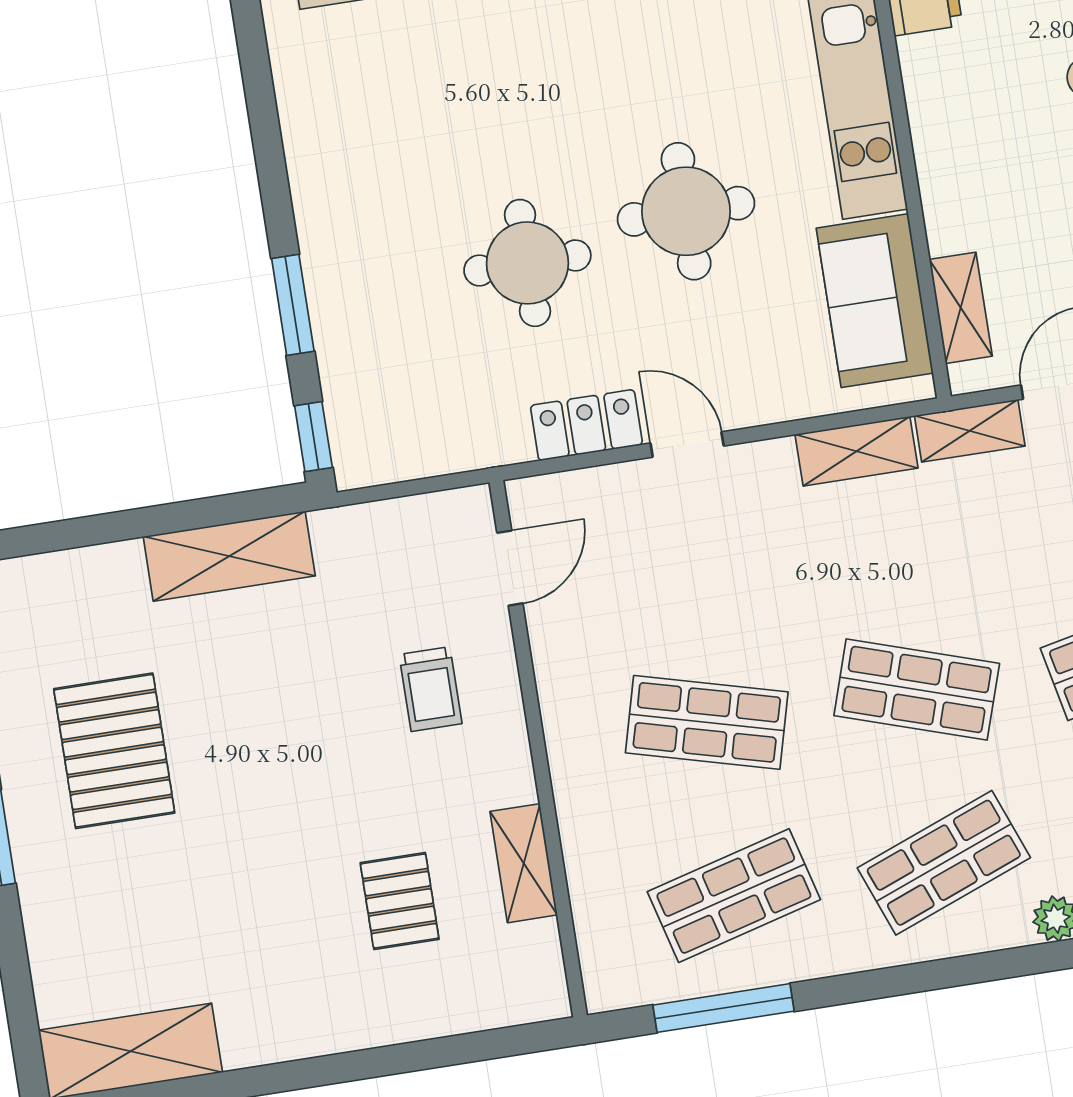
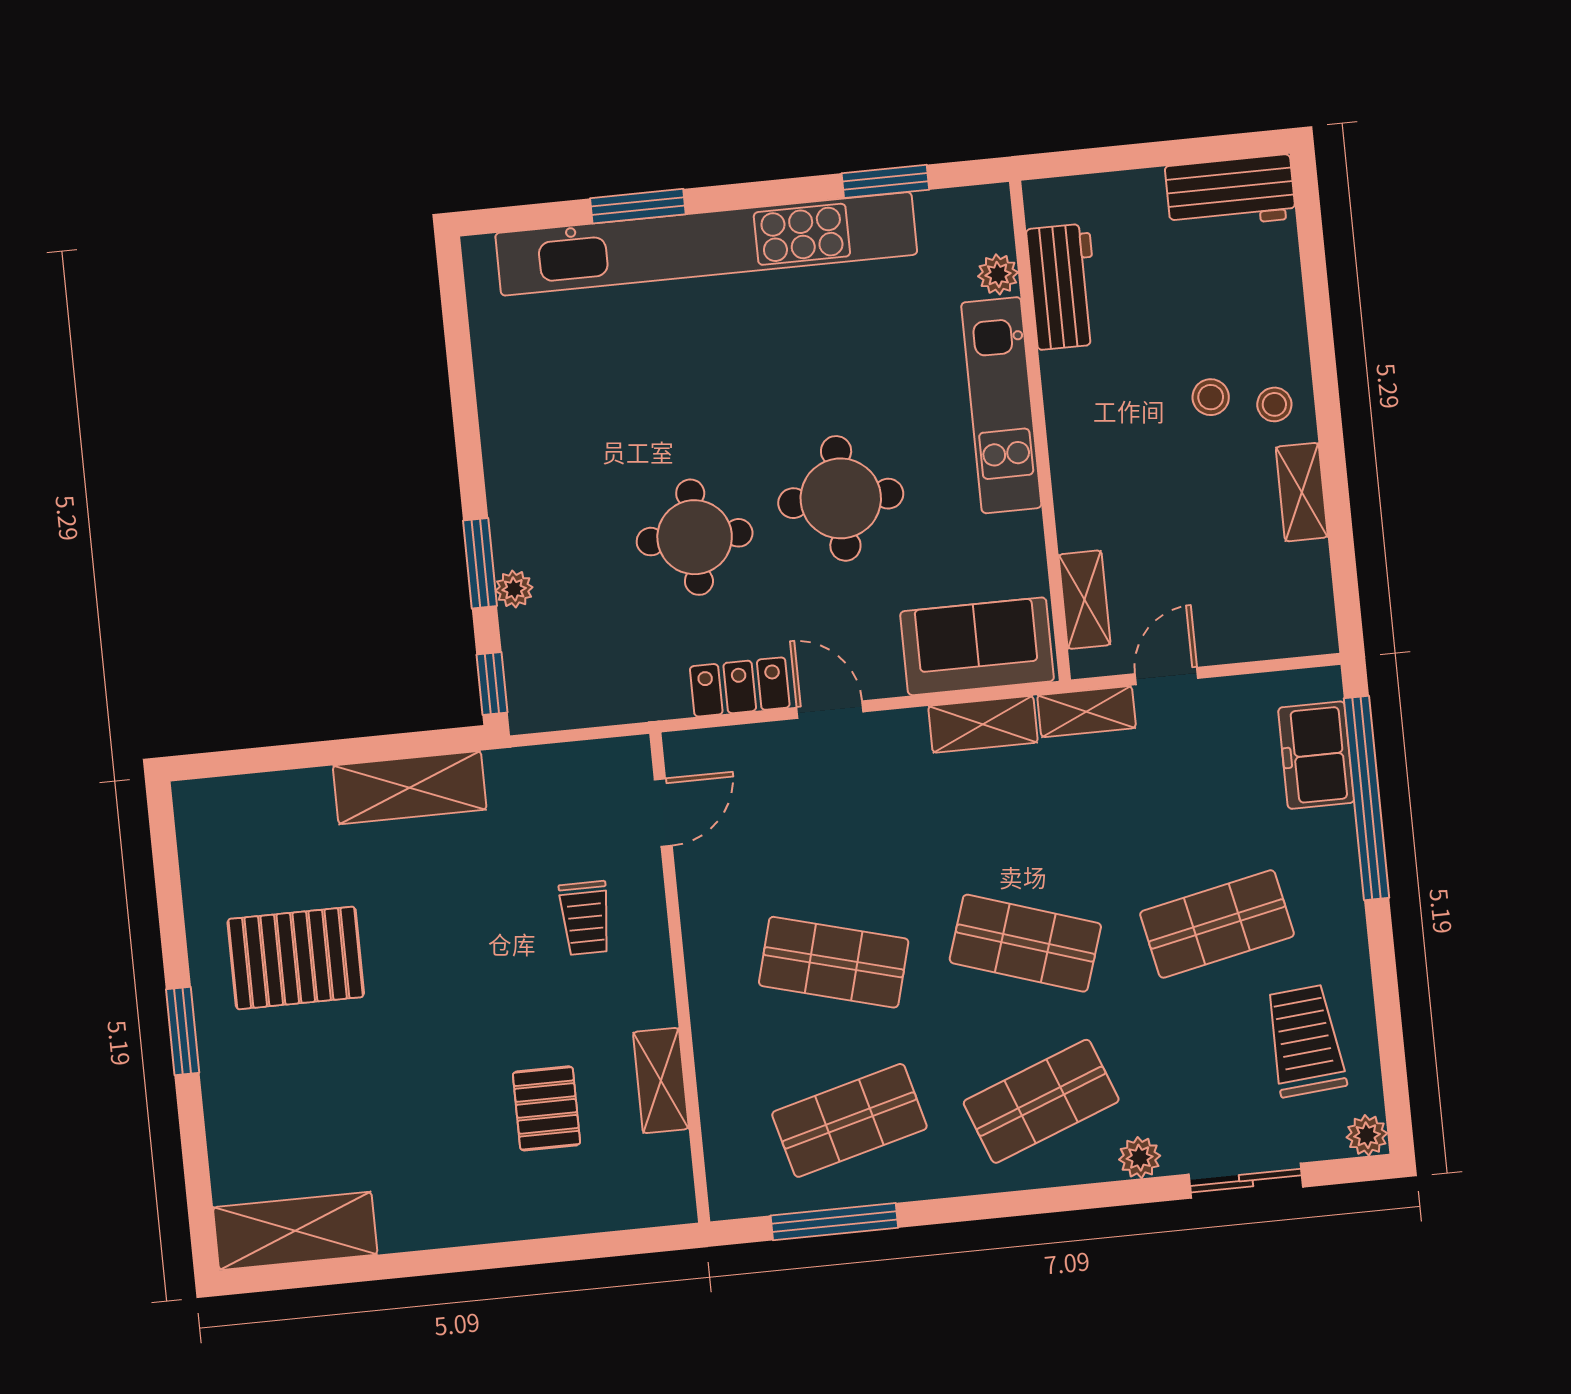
sofa: (875, 301) -> (977, 646), moved, turned 90
plant: (332, 331) -> (514, 589), added
pallet: (114, 751) -> (296, 958), turned 90

